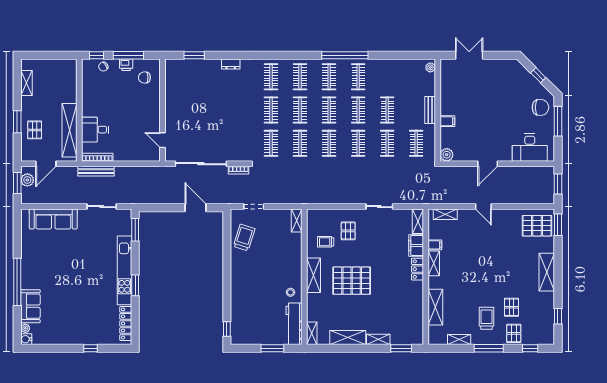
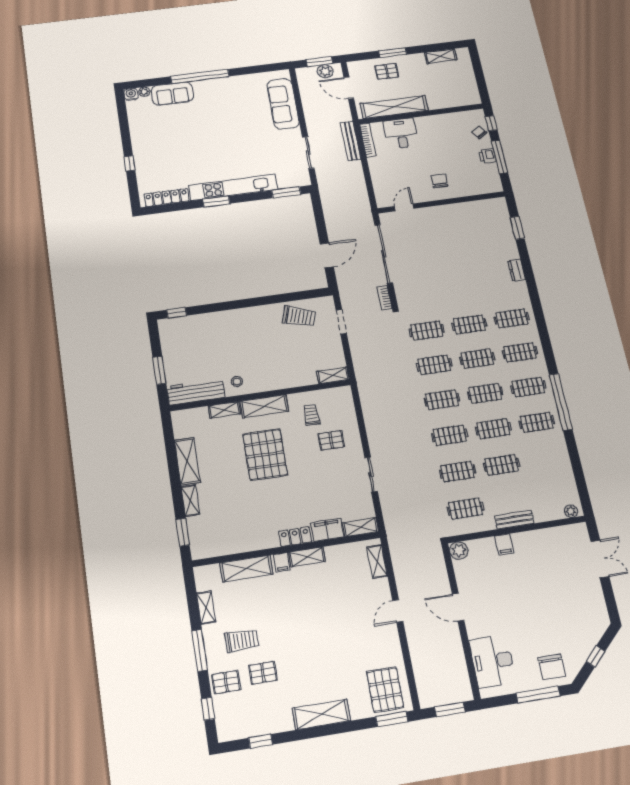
chair: (144, 77) -> (439, 181), moved
filing cabinet: (435, 245) -> (282, 562), moved
shelving: (312, 333) -> (224, 410), moved

